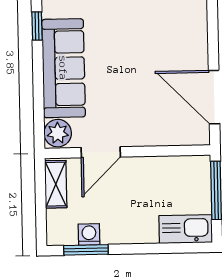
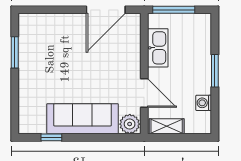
kitchen sink: (186, 229) -> (158, 48), moved, turned 180
window: (86, 250) -> (215, 71), moved

